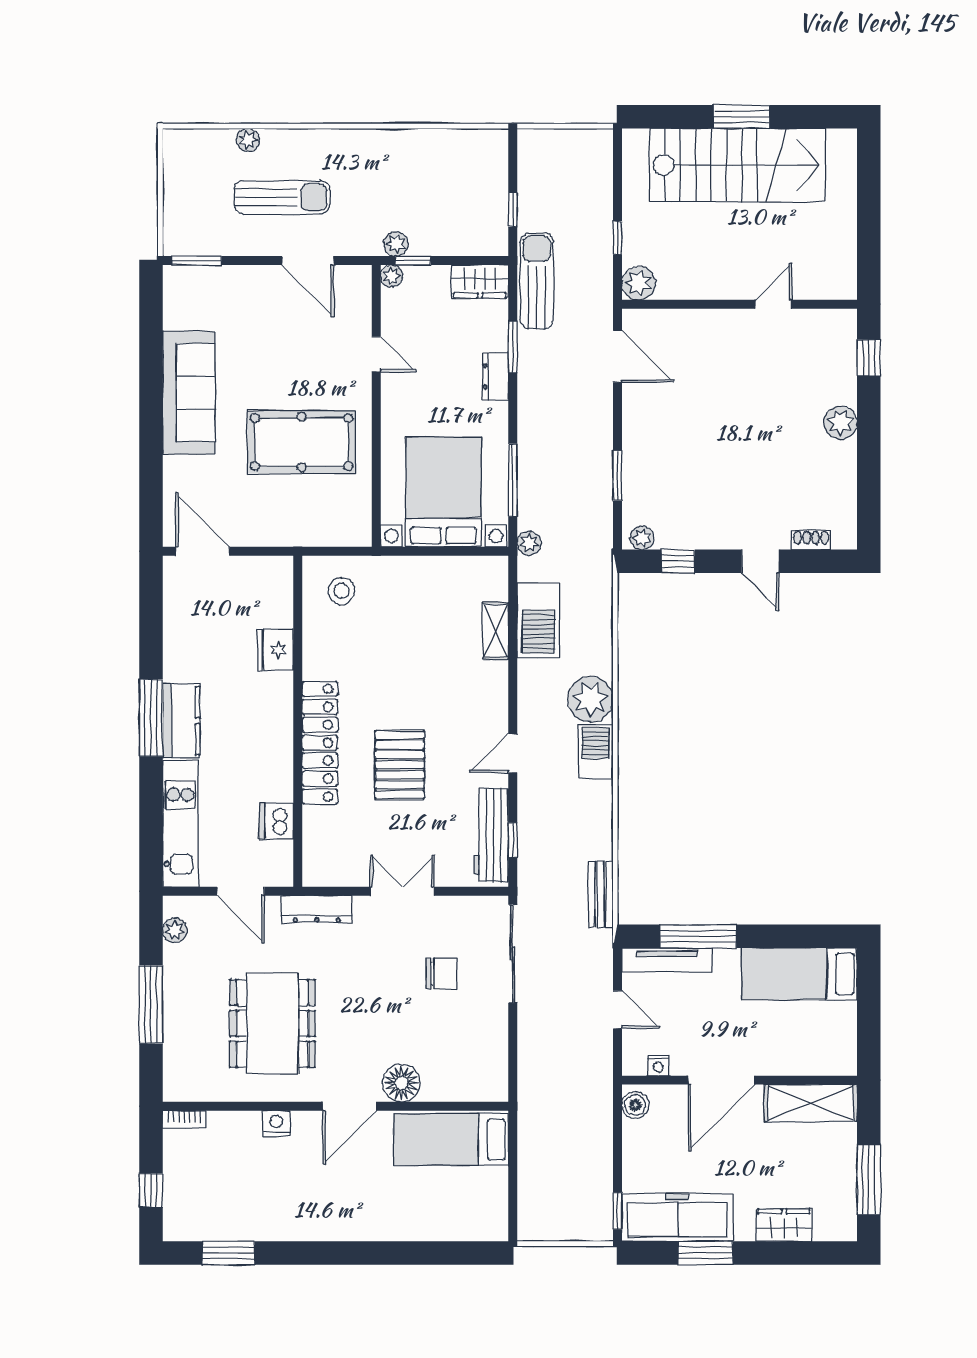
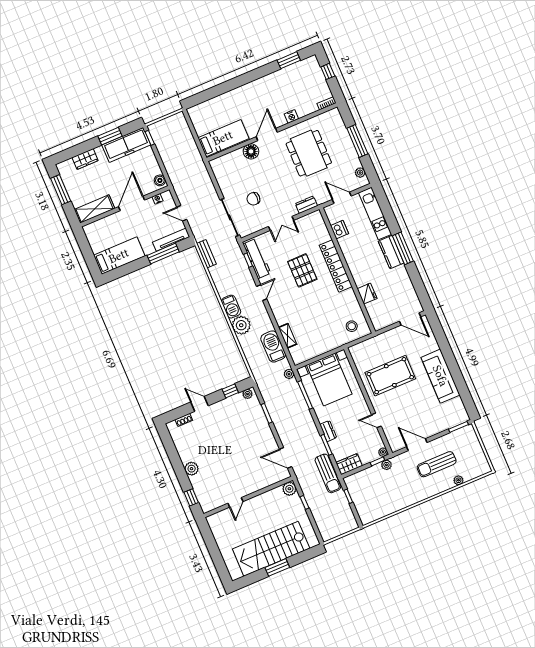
dresser: (317, 909) -> (306, 205), width x0.70

